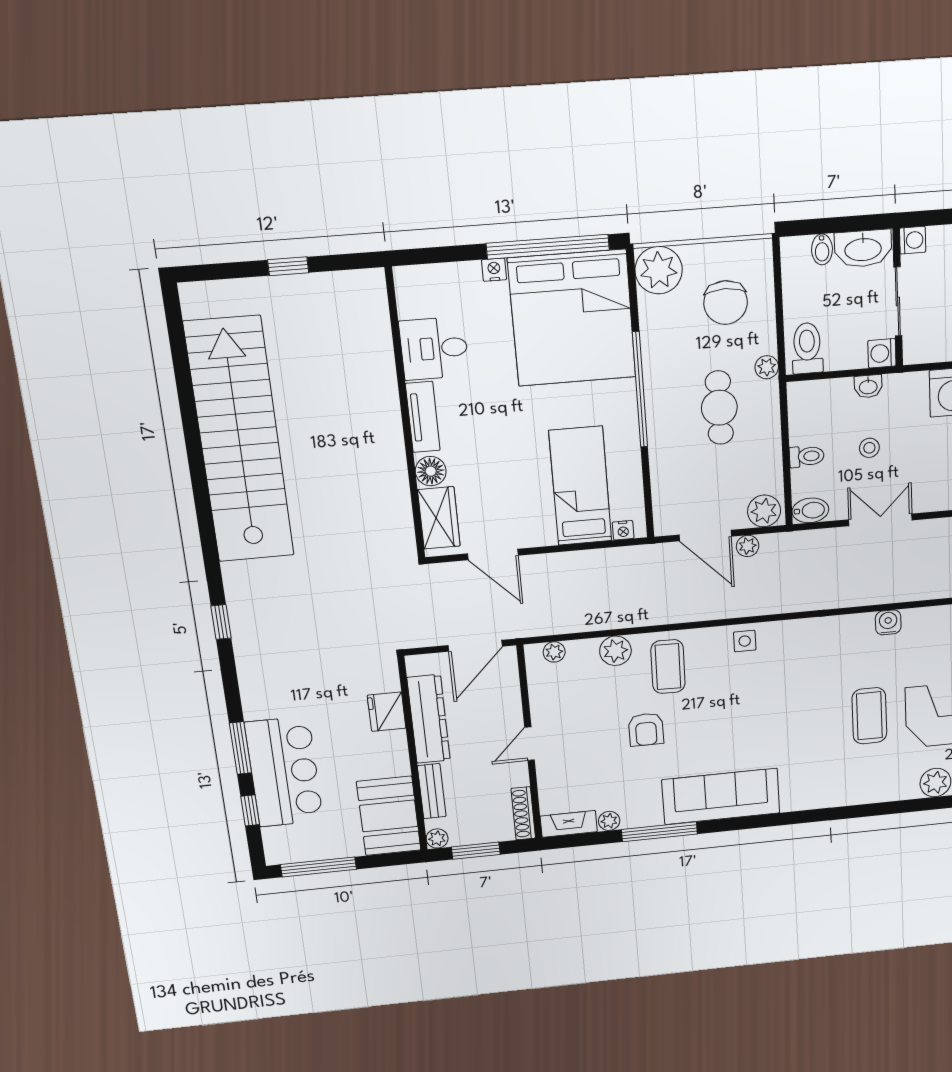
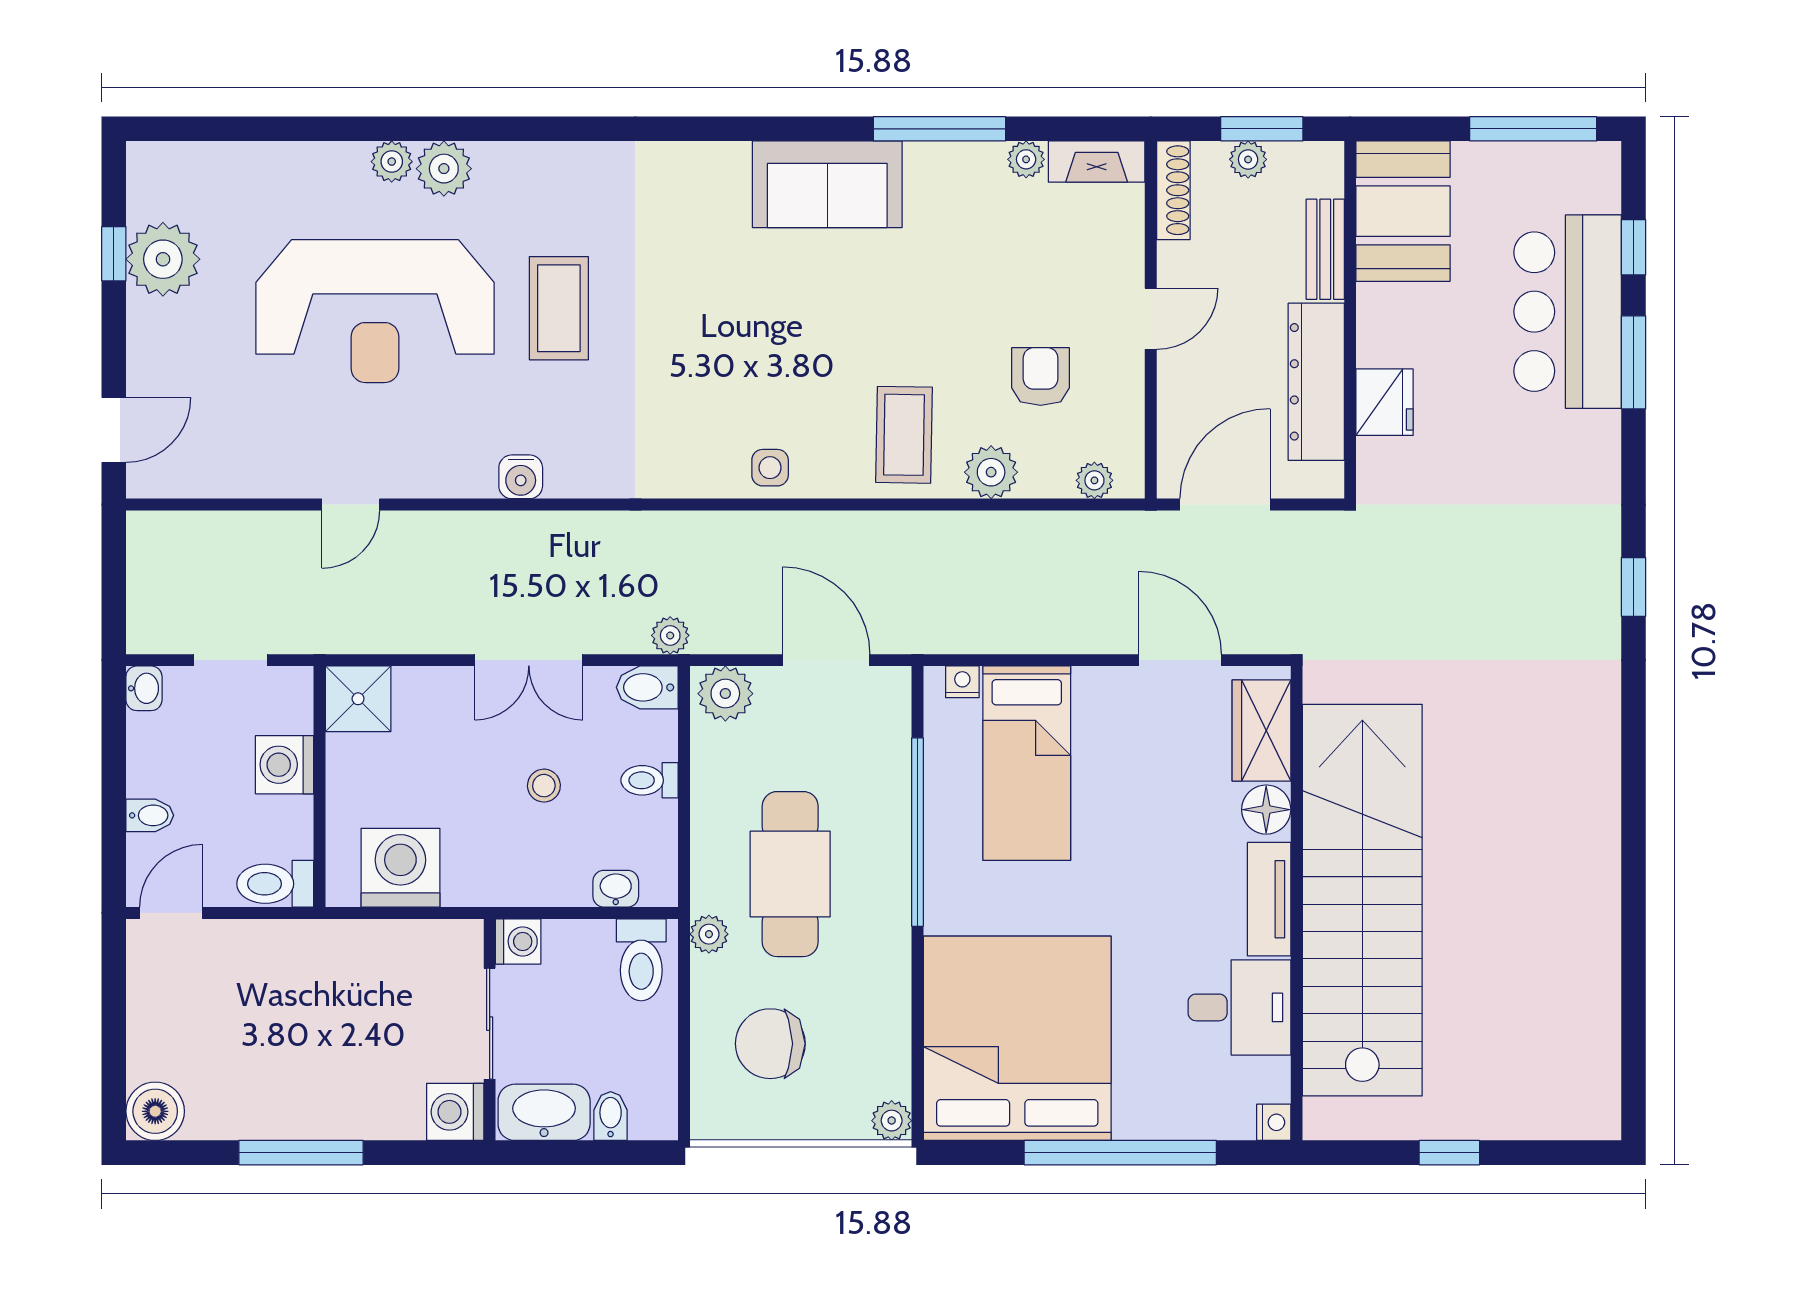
washing machine: (913, 240) -> (455, 1112), width x1.38, depth x1.38
window: (548, 247) -> (1120, 1153), moved
nightstand: (494, 270) -> (1274, 1122), moved, turned -90
plant: (659, 270) -> (892, 1121), width x0.53, depth x0.53
chair: (726, 303) -> (770, 1044), turned -90
washbasin: (868, 386) -> (616, 889), moved
window: (640, 390) -> (917, 832), moved
cafe table: (719, 408) -> (790, 874), width x1.37, depth x1.35
stairs: (239, 441) -> (1362, 900), moved, turned 180
plant: (748, 546) -> (670, 635), moved
armchair: (646, 729) -> (1041, 376), moved
sofa: (721, 796) -> (827, 184), width x0.73
plant: (437, 839) -> (1248, 159), moved

